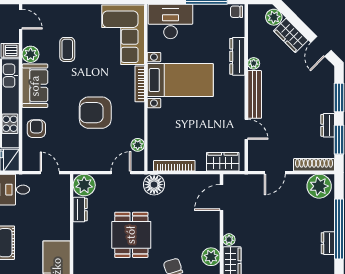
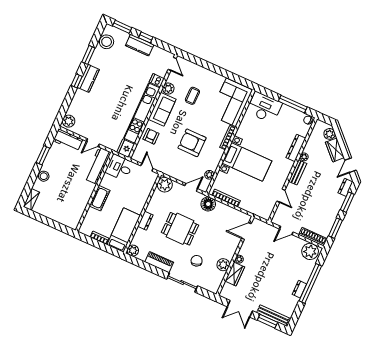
bed with nightstands: (180, 80) -> (247, 162), moved
bench: (255, 94) -> (298, 172), width x0.73
dresser: (328, 125) -> (345, 187), moved
wardrobe: (223, 162) -> (257, 209), removed
dresser: (80, 210) -> (145, 221), moved
dining table: (131, 235) -> (180, 229), turned 90

